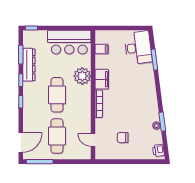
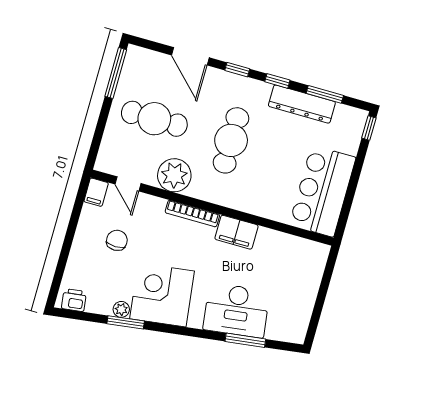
desk: (138, 48) -> (236, 310), moved
filing cabinet: (102, 49) -> (96, 192), moved
plant: (82, 76) -> (174, 175), moved
cafe table: (57, 95) -> (231, 140), turned 90
corner desk: (143, 107) -> (162, 295), added
door: (93, 140) -> (128, 184), swing flipped
door: (21, 143) -> (190, 56), moved

